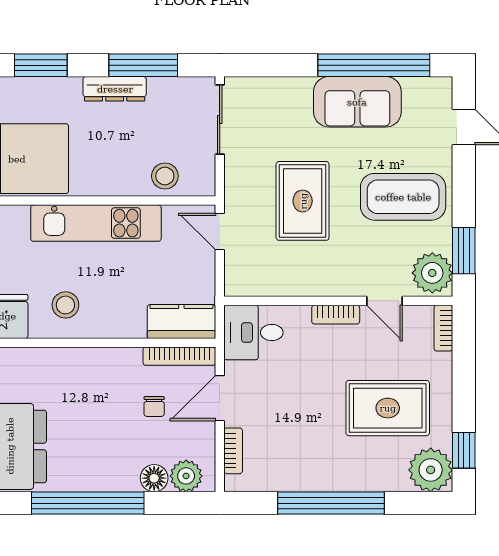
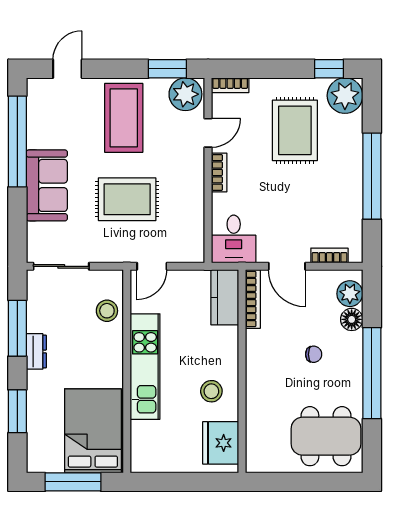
dresser: (115, 89) -> (36, 351), width x0.70
sofa: (357, 102) -> (47, 185), moved
chair: (154, 407) -> (314, 354), moved

